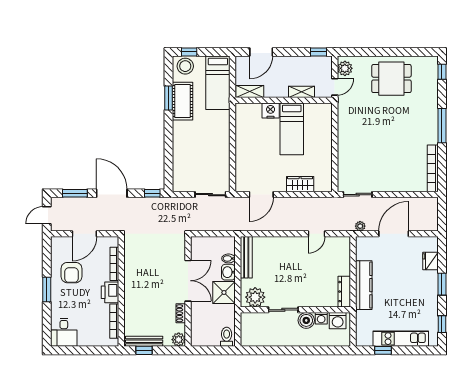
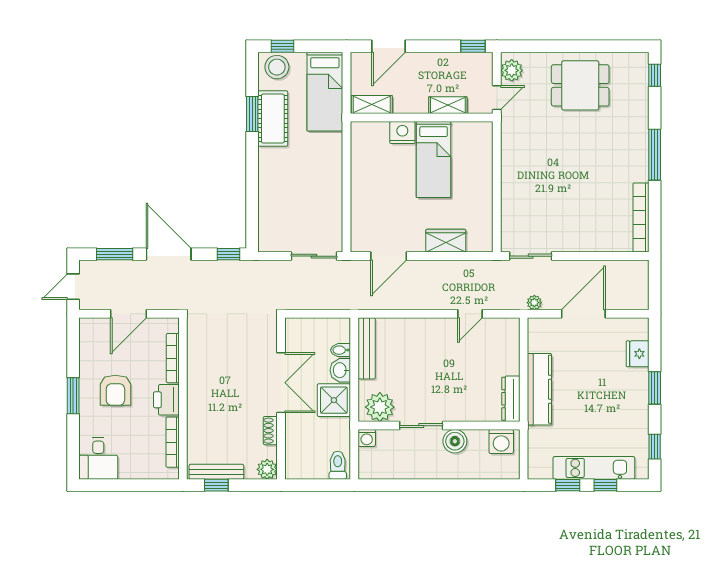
armchair: (71, 273) -> (115, 390), moved
washing machine: (321, 318) -> (367, 438), moved
window: (409, 350) -> (605, 485), added

